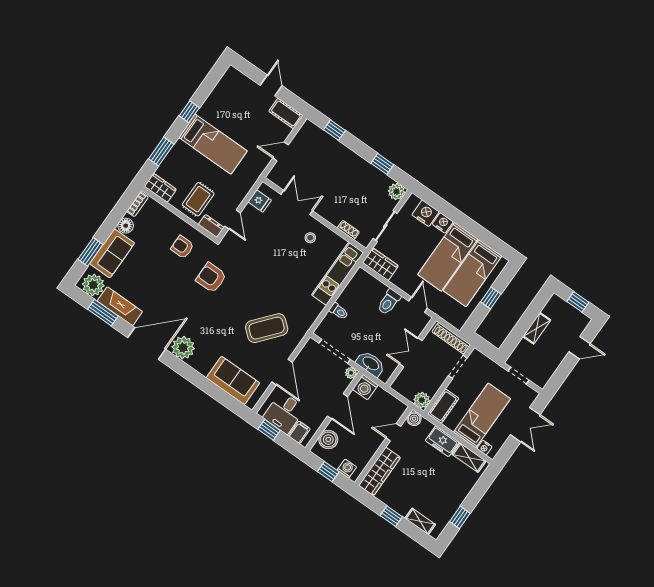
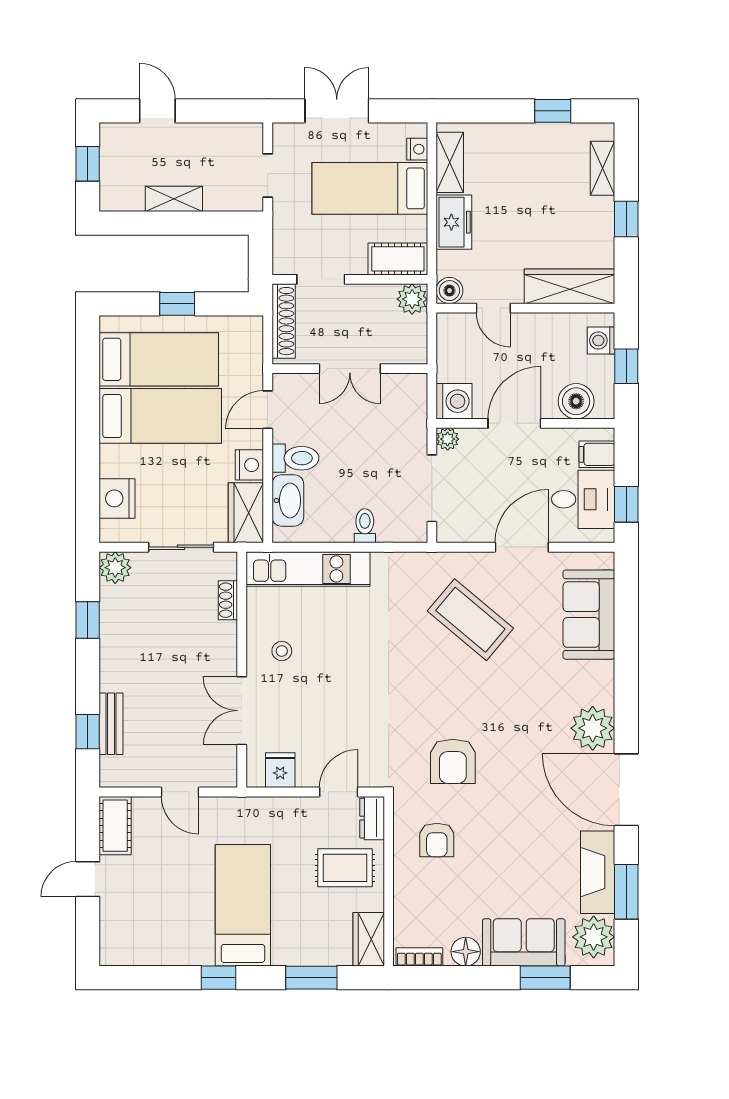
bench: (331, 142) -> (111, 724), added
nightstand: (443, 223) -> (249, 465), moved, turned 180
washbasin: (371, 364) -> (288, 500), moved, turned 180

